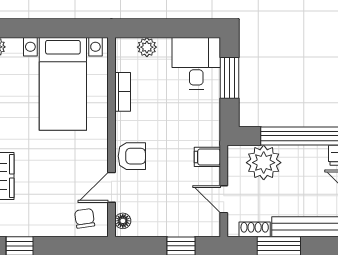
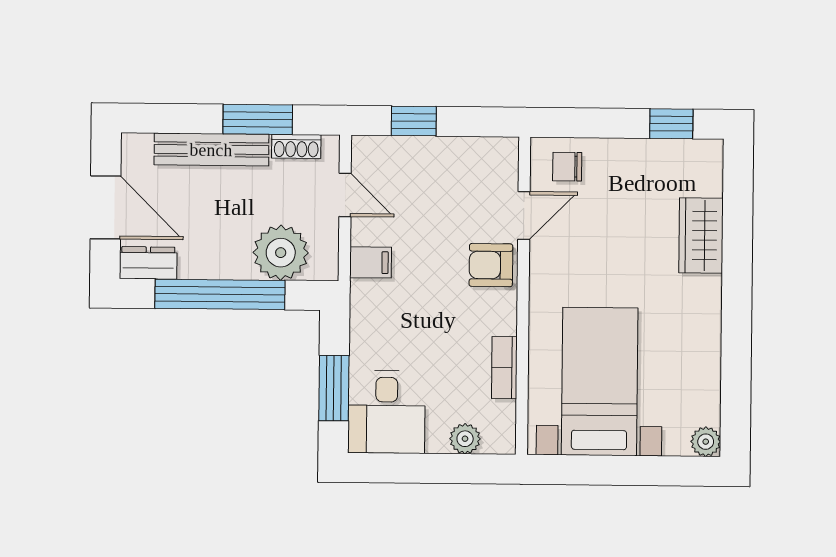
chair: (85, 218) -> (567, 167), turned 98
floor lamp: (123, 221) -> (506, 162), removed

